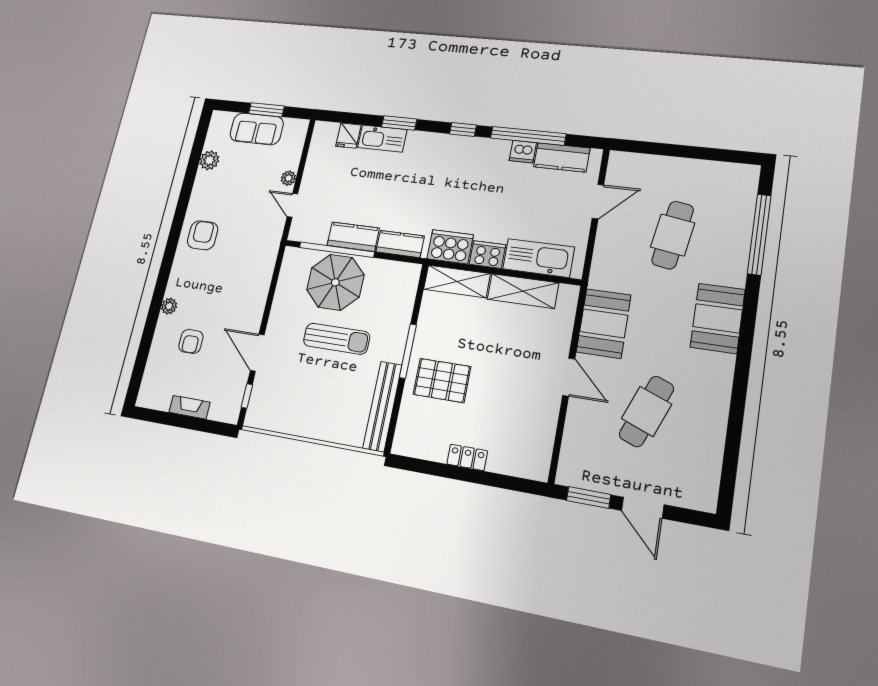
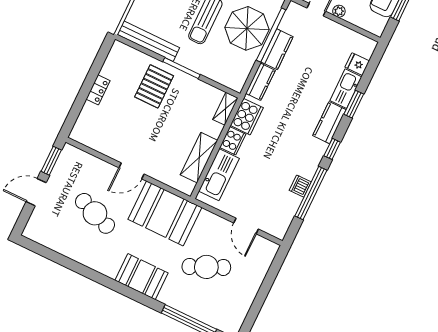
kitchen counter: (562, 157) -> (329, 123), moved
cafe table: (673, 235) -> (206, 267), turned -33
shelving: (457, 281) -> (225, 109), width x0.67, depth x0.75
booth: (604, 323) -> (165, 213), width x1.36, depth x1.42

